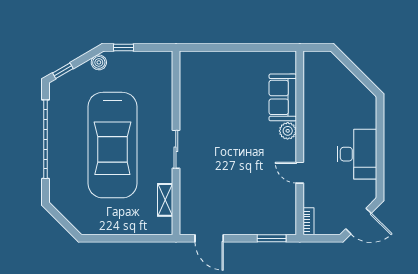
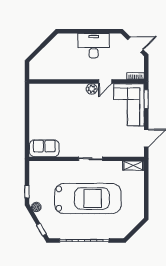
sofa: (283, 97) -> (44, 148), moved, turned 180
plant: (288, 131) -> (92, 89), moved
shelving: (165, 200) -> (133, 166), moved
corner sofa: (263, 211) -> (129, 105), added
door: (358, 221) -> (135, 45), hinge flipped

